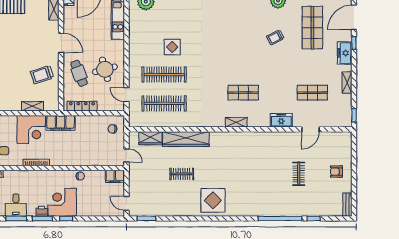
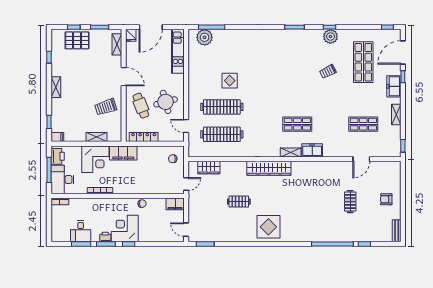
freezer: (281, 120) -> (312, 150), moved
wardrobe: (186, 139) -> (269, 168), moved
door: (126, 156) -> (186, 184), hinge flipped

